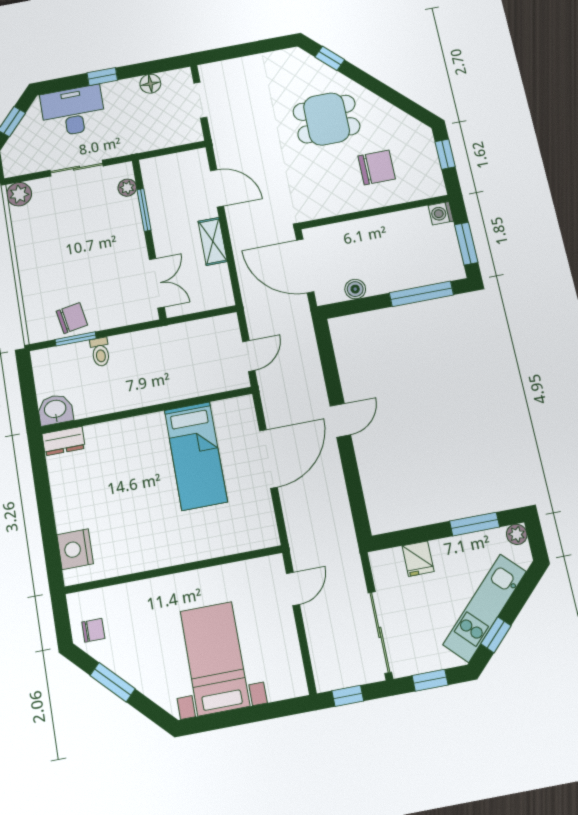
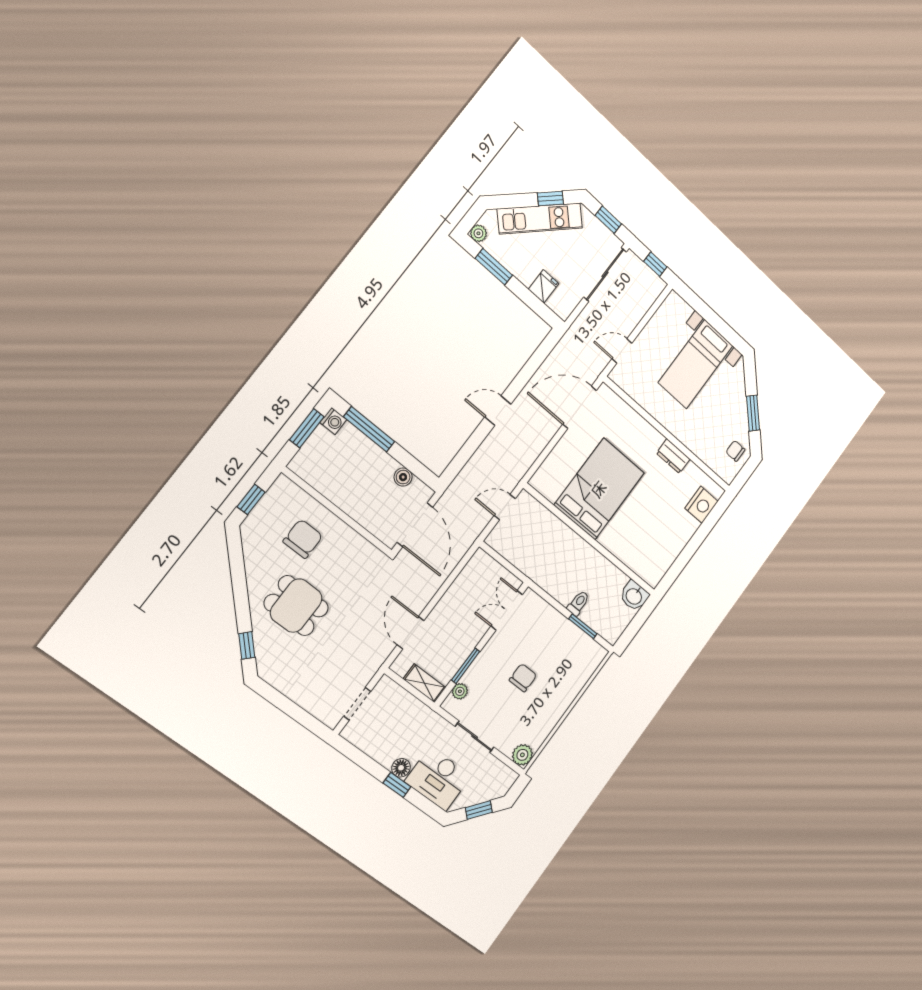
floor lamp: (150, 84) -> (401, 768), moved
chair: (377, 167) -> (303, 539), turned 90
washing machine: (441, 213) -> (333, 421), moved
shelving: (213, 241) -> (425, 683), moved, turned 90
chair: (72, 318) -> (523, 678), moved, turned 100
dresser: (64, 441) -> (673, 456), moved, turned 180
bed: (196, 456) -> (599, 489), width x1.50
door: (268, 459) -> (580, 407), moved

